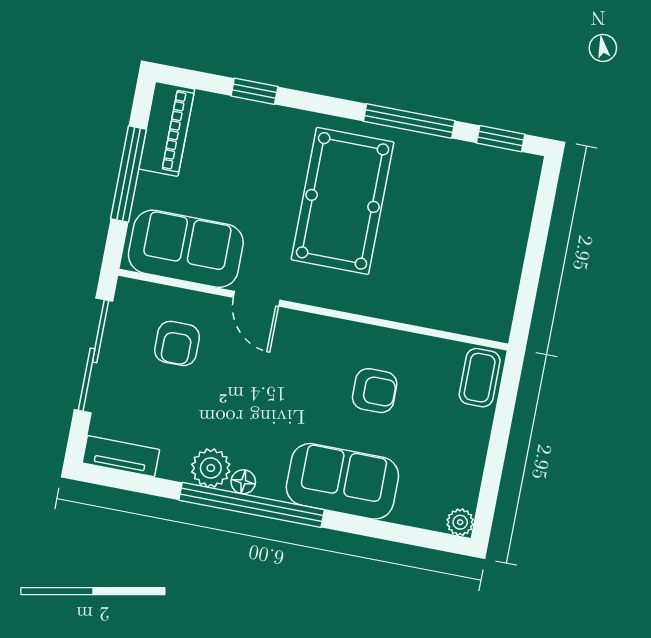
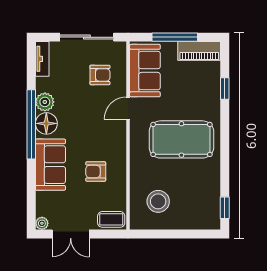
window: (409, 121) -> (225, 163), removed
stool: (461, 274) -> (158, 201), added
armchair: (177, 343) -> (100, 75), turned 180
armchair: (375, 391) -> (96, 172), turned 90
double door: (494, 467) -> (71, 234), added
floor lamp: (243, 482) -> (46, 123), width x1.89, depth x1.89

